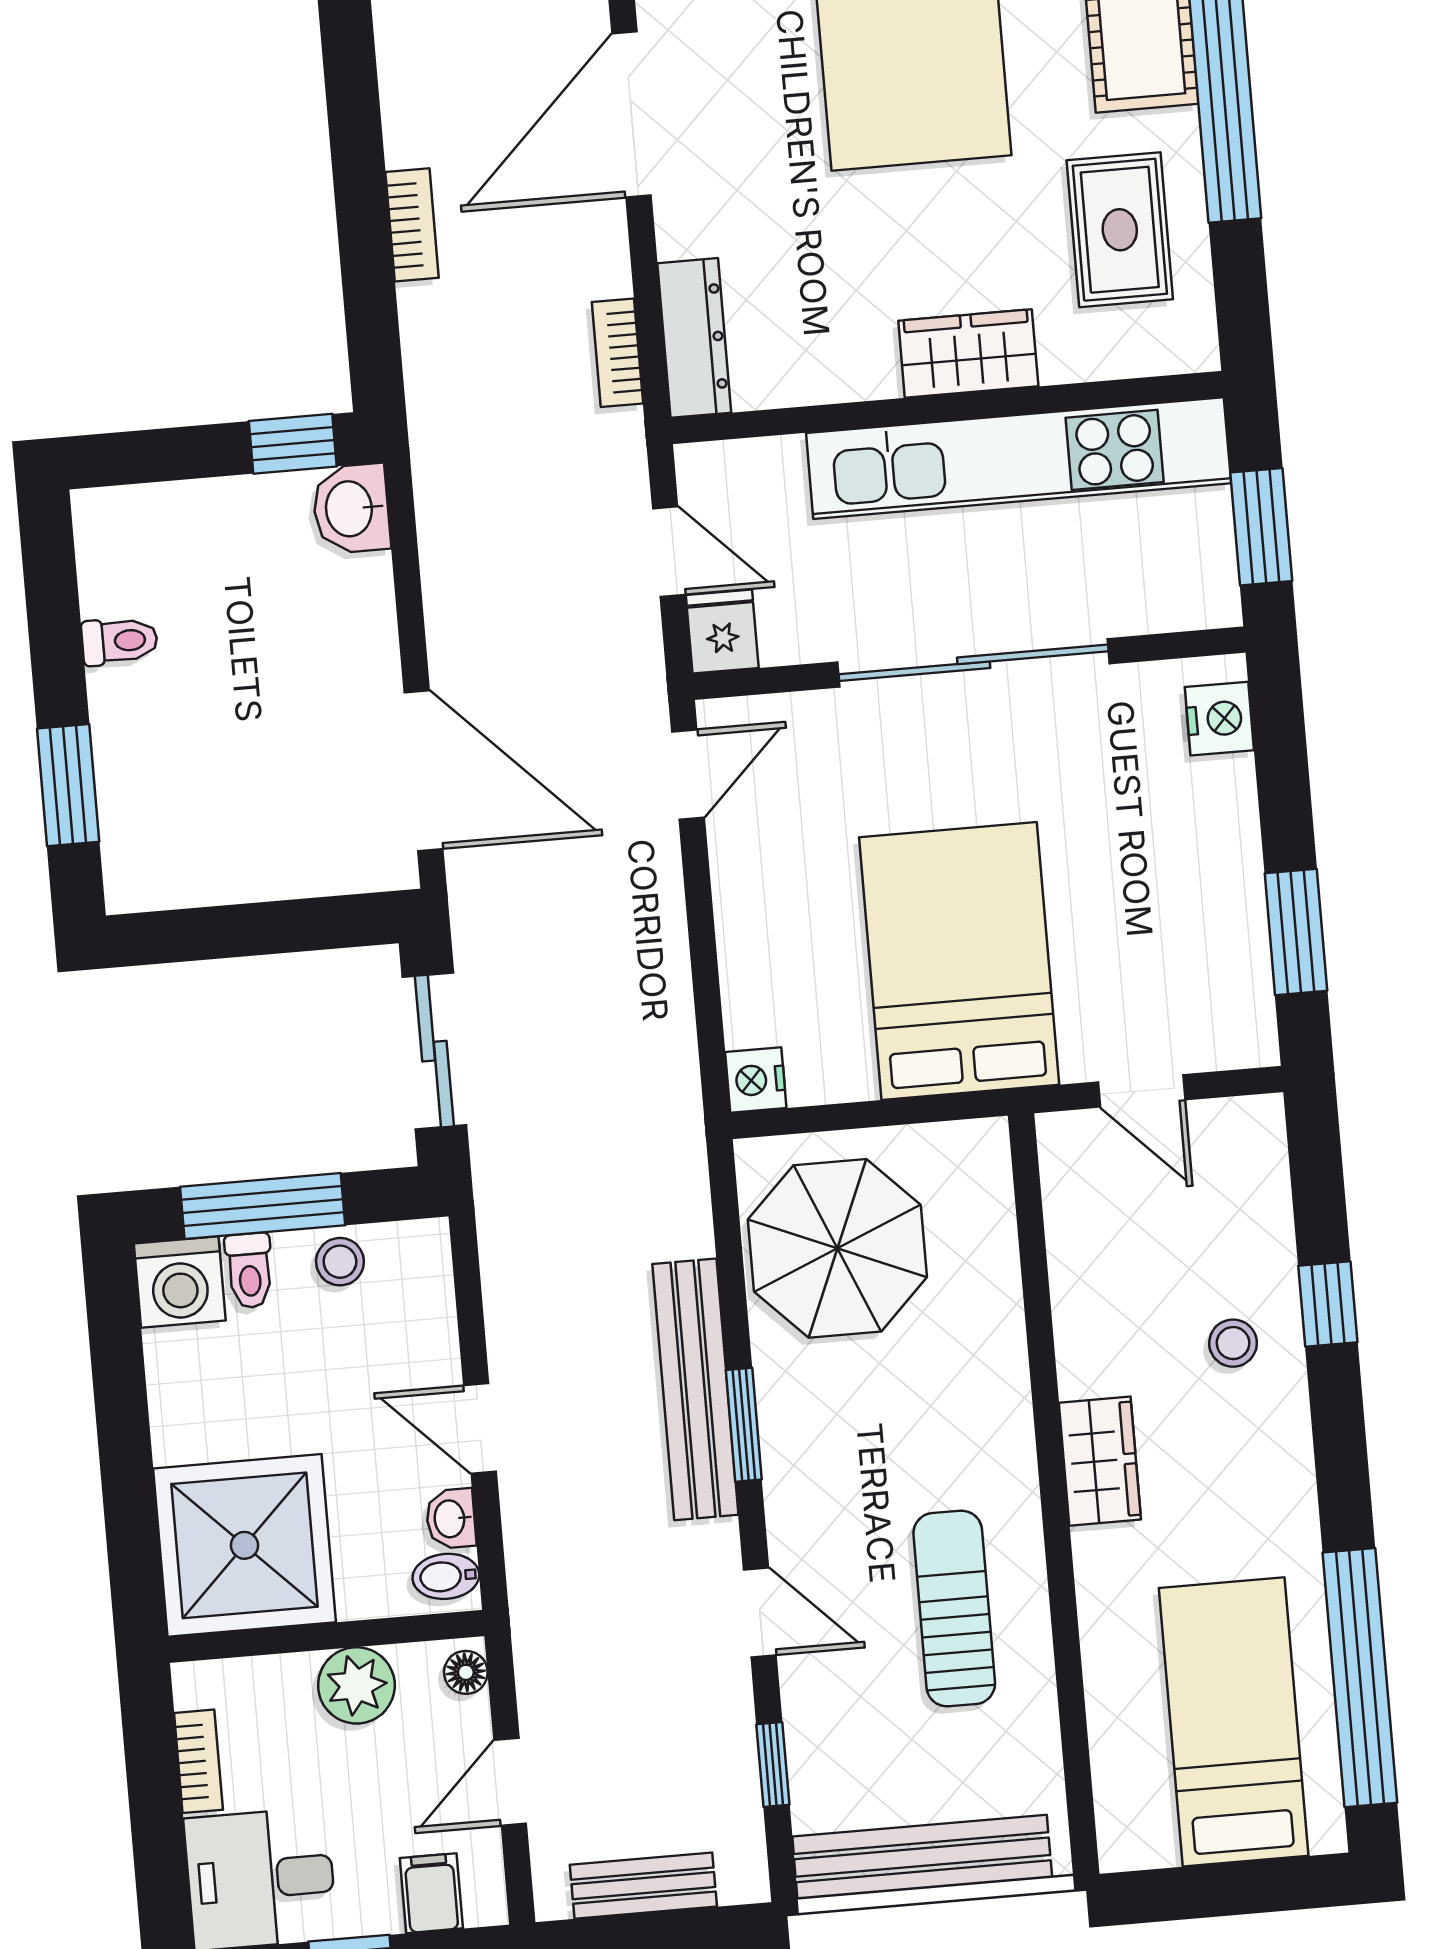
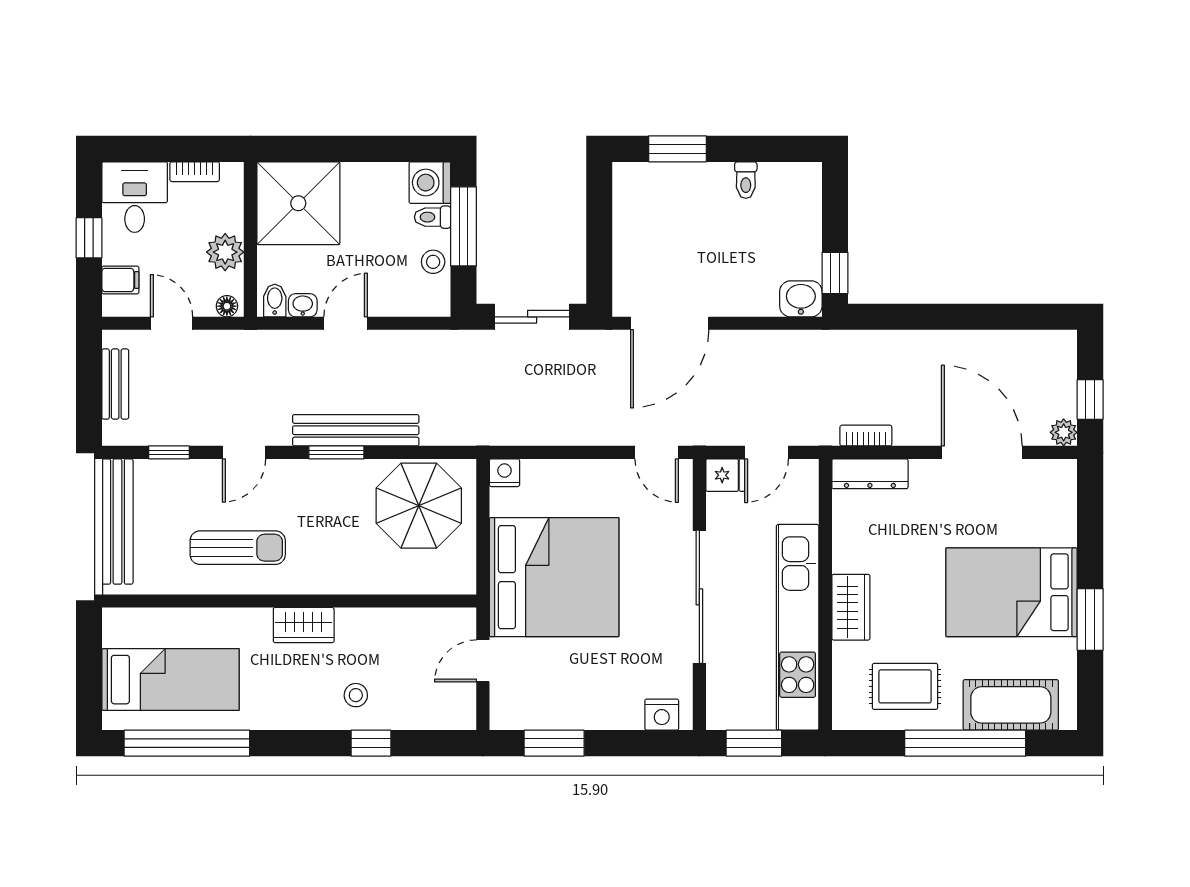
bookcase: (412, 225) -> (937, 341), removed
bed: (959, 961) -> (554, 577), width x1.36

